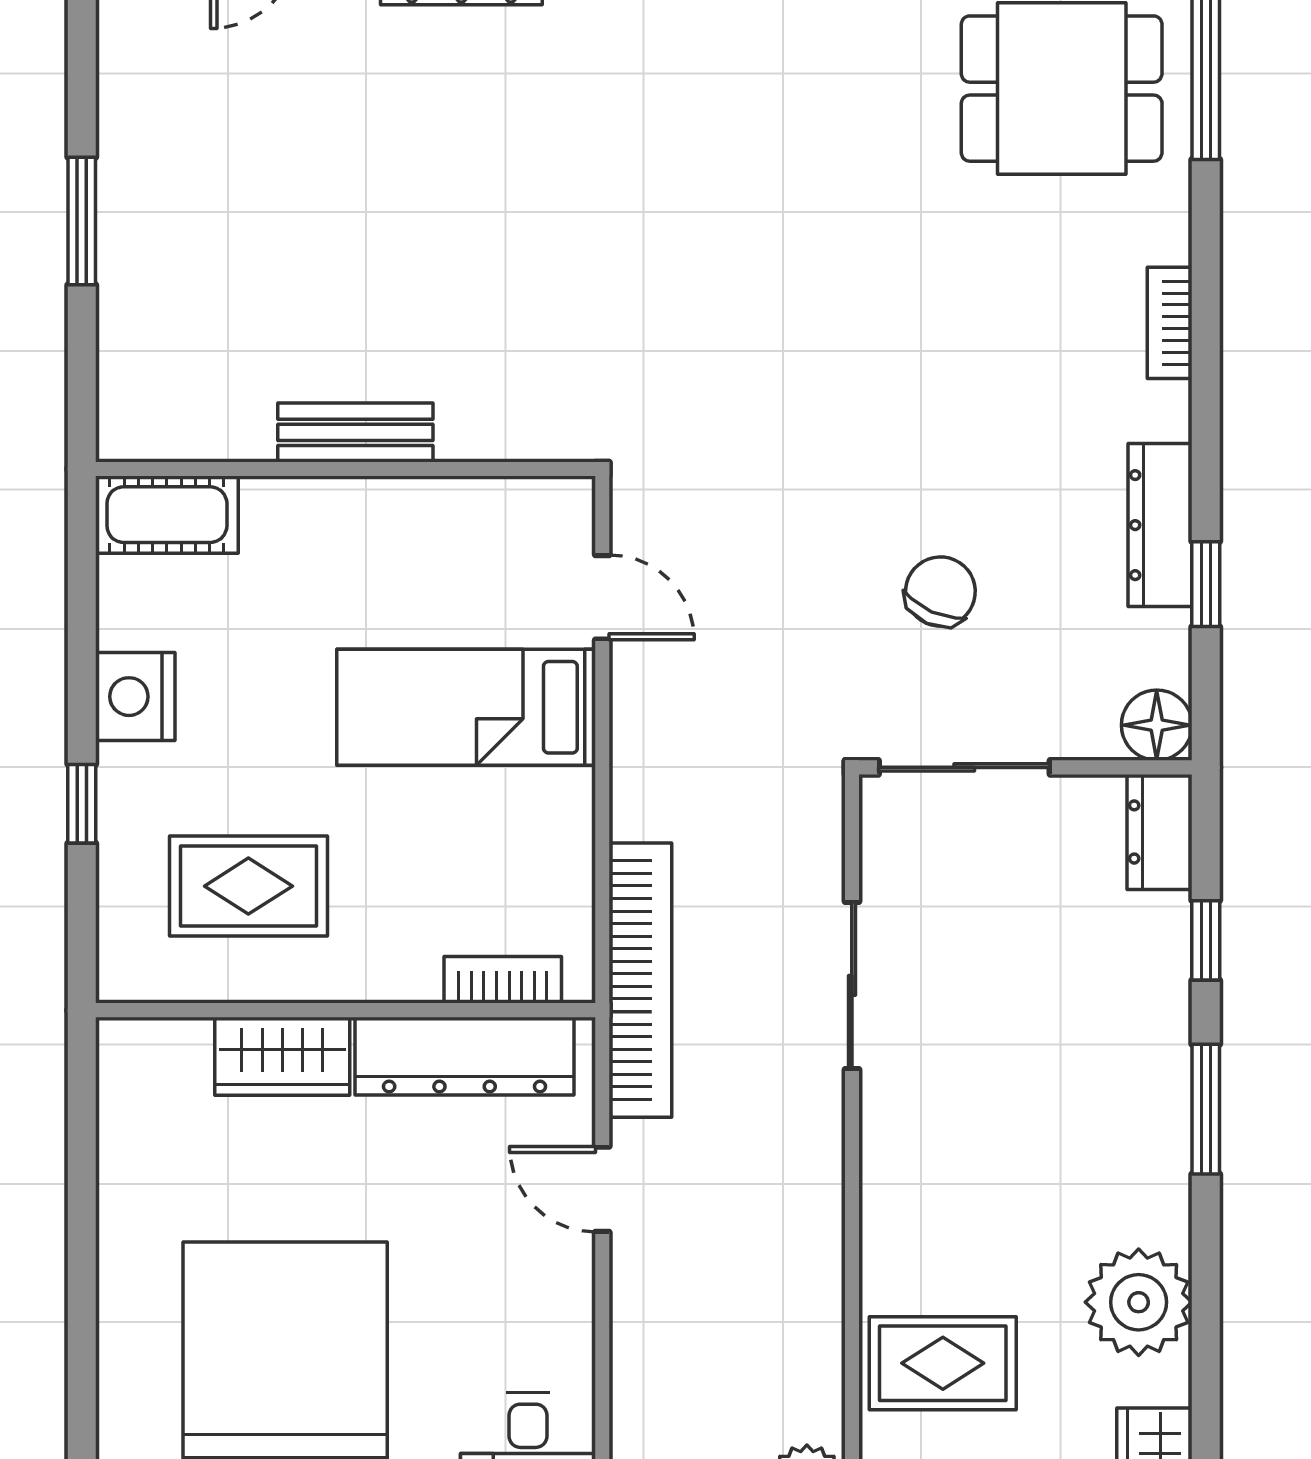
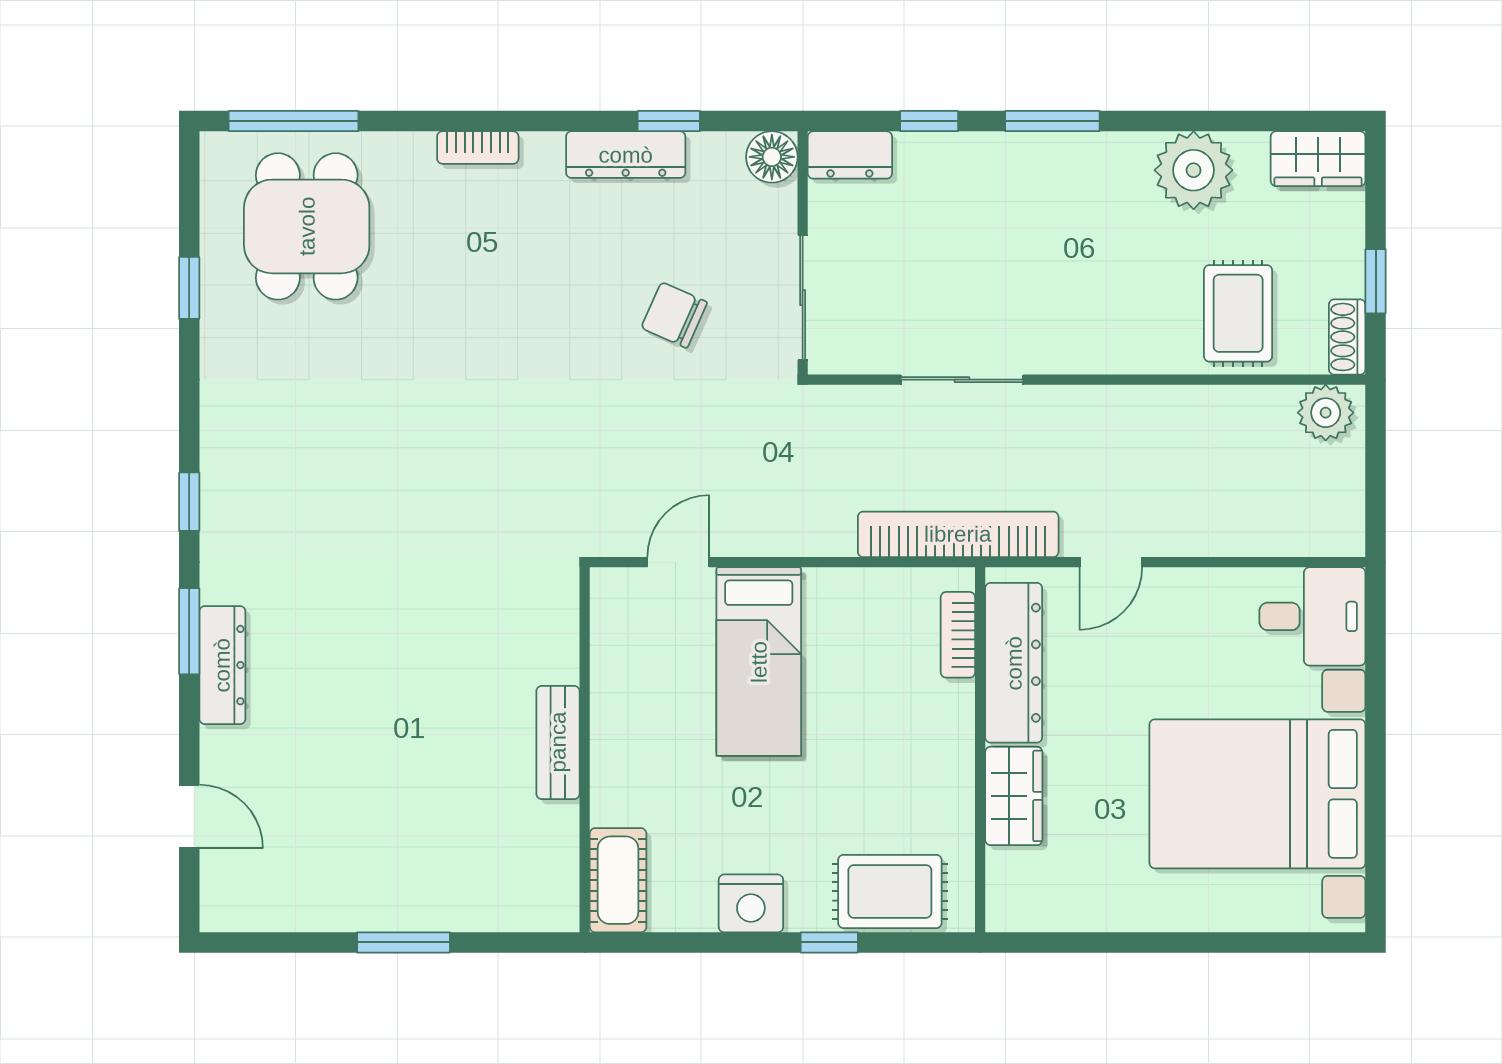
rug: (248, 886) -> (890, 891), moved, turned 90

